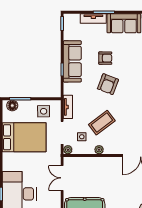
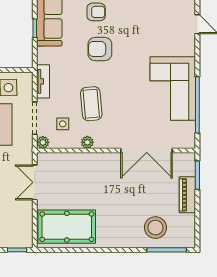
armchair: (108, 84) -> (100, 49), turned 69
coffee table: (102, 123) -> (91, 104), turned -58

